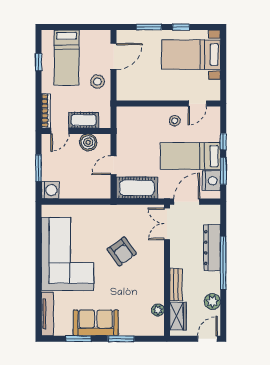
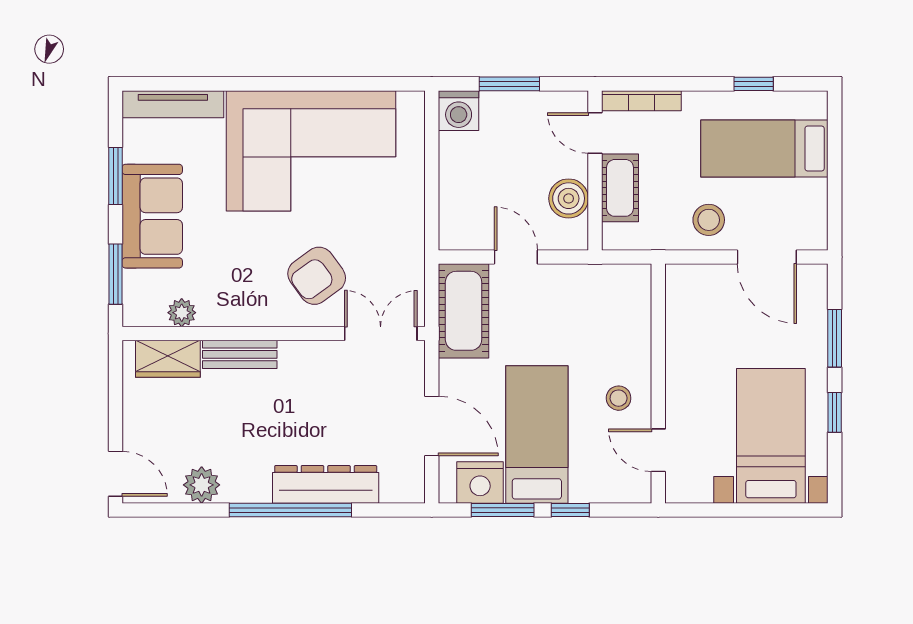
double door: (167, 224) -> (381, 334), moved
wall: (167, 270) -> (274, 334), moved
bench: (176, 285) -> (240, 354), moved
plant: (158, 310) -> (182, 313), moved
wardrobe: (178, 316) -> (168, 359), moved

